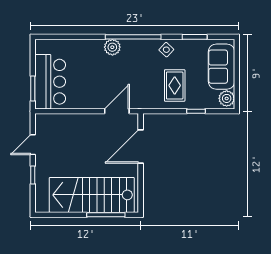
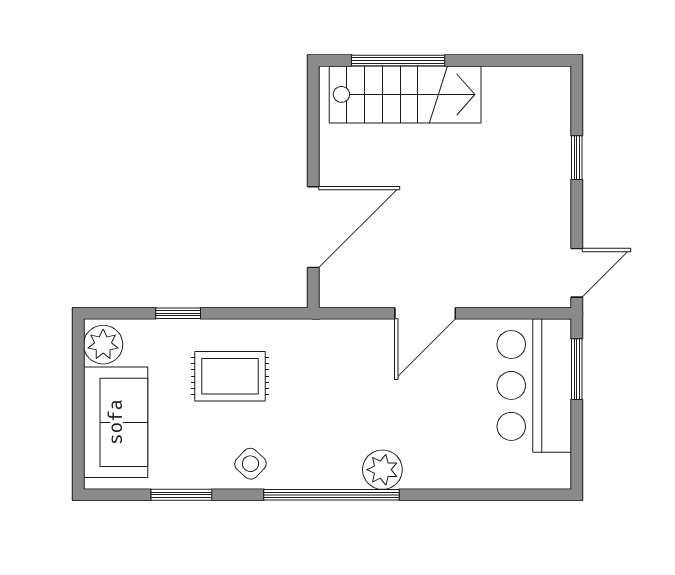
rug: (175, 85) -> (230, 376), turned 90
door: (117, 111) -> (425, 313), moved
door: (33, 145) -> (577, 273), moved
stairs: (92, 195) -> (405, 94), width x0.73, depth x0.66

